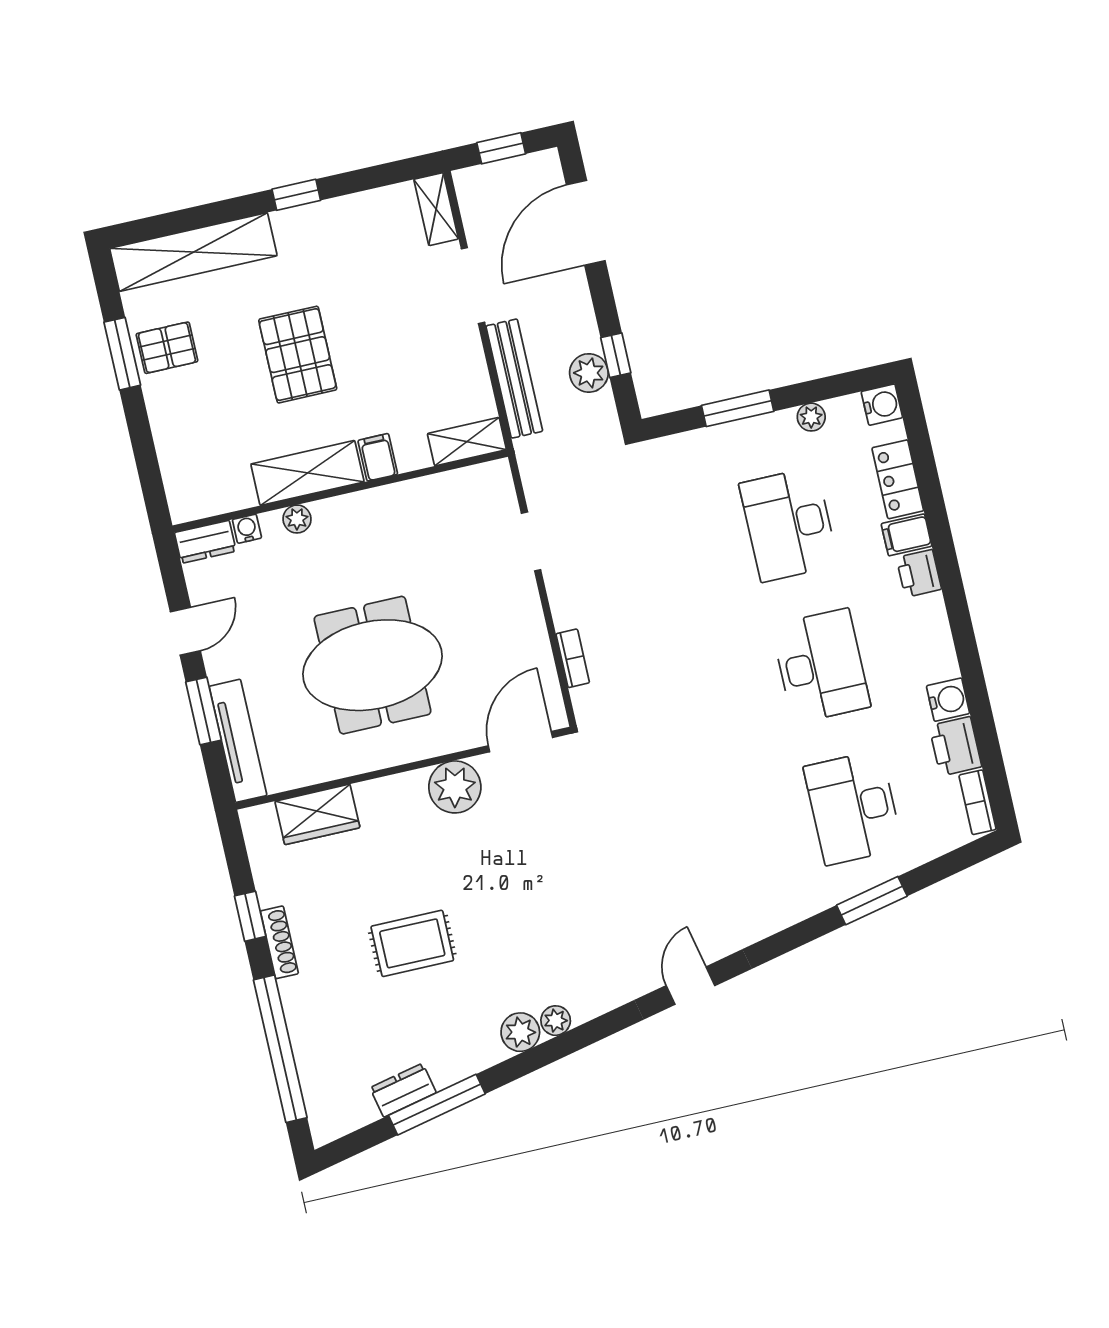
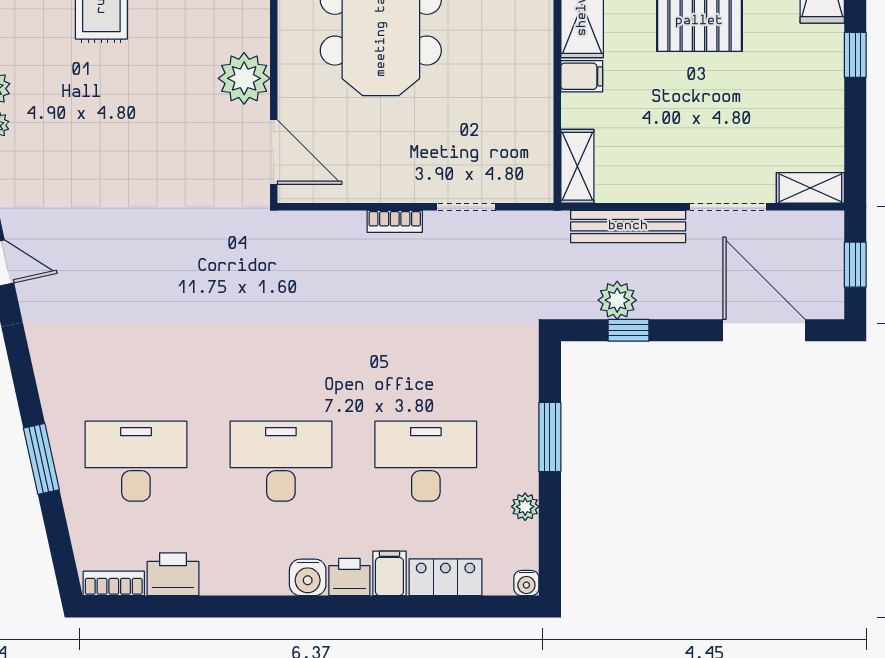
water cooler: (882, 405) -> (526, 583), width x0.72, depth x0.72
bookcase: (573, 658) -> (395, 221), moved
desk: (821, 666) -> (281, 461), turned 180
water cooler: (948, 700) -> (308, 577), moved

